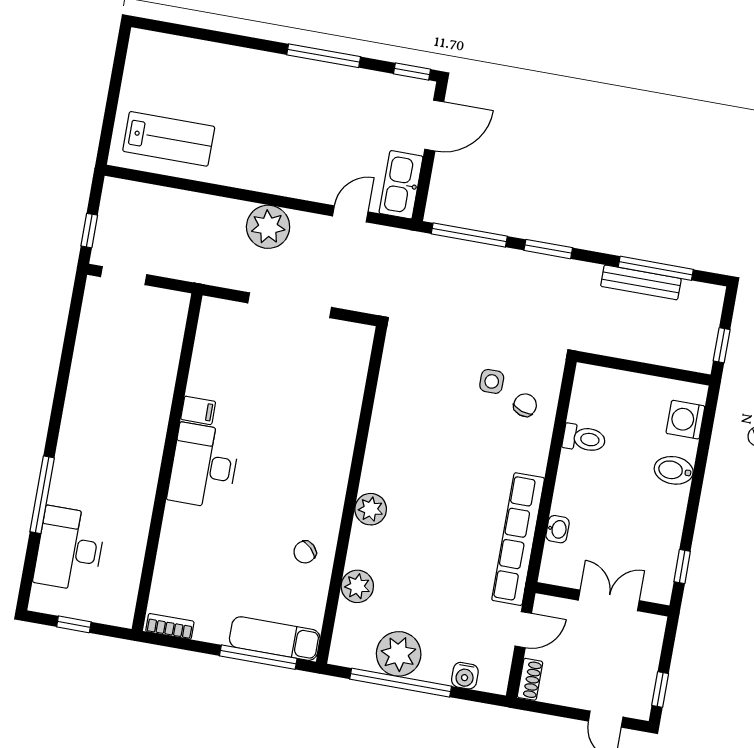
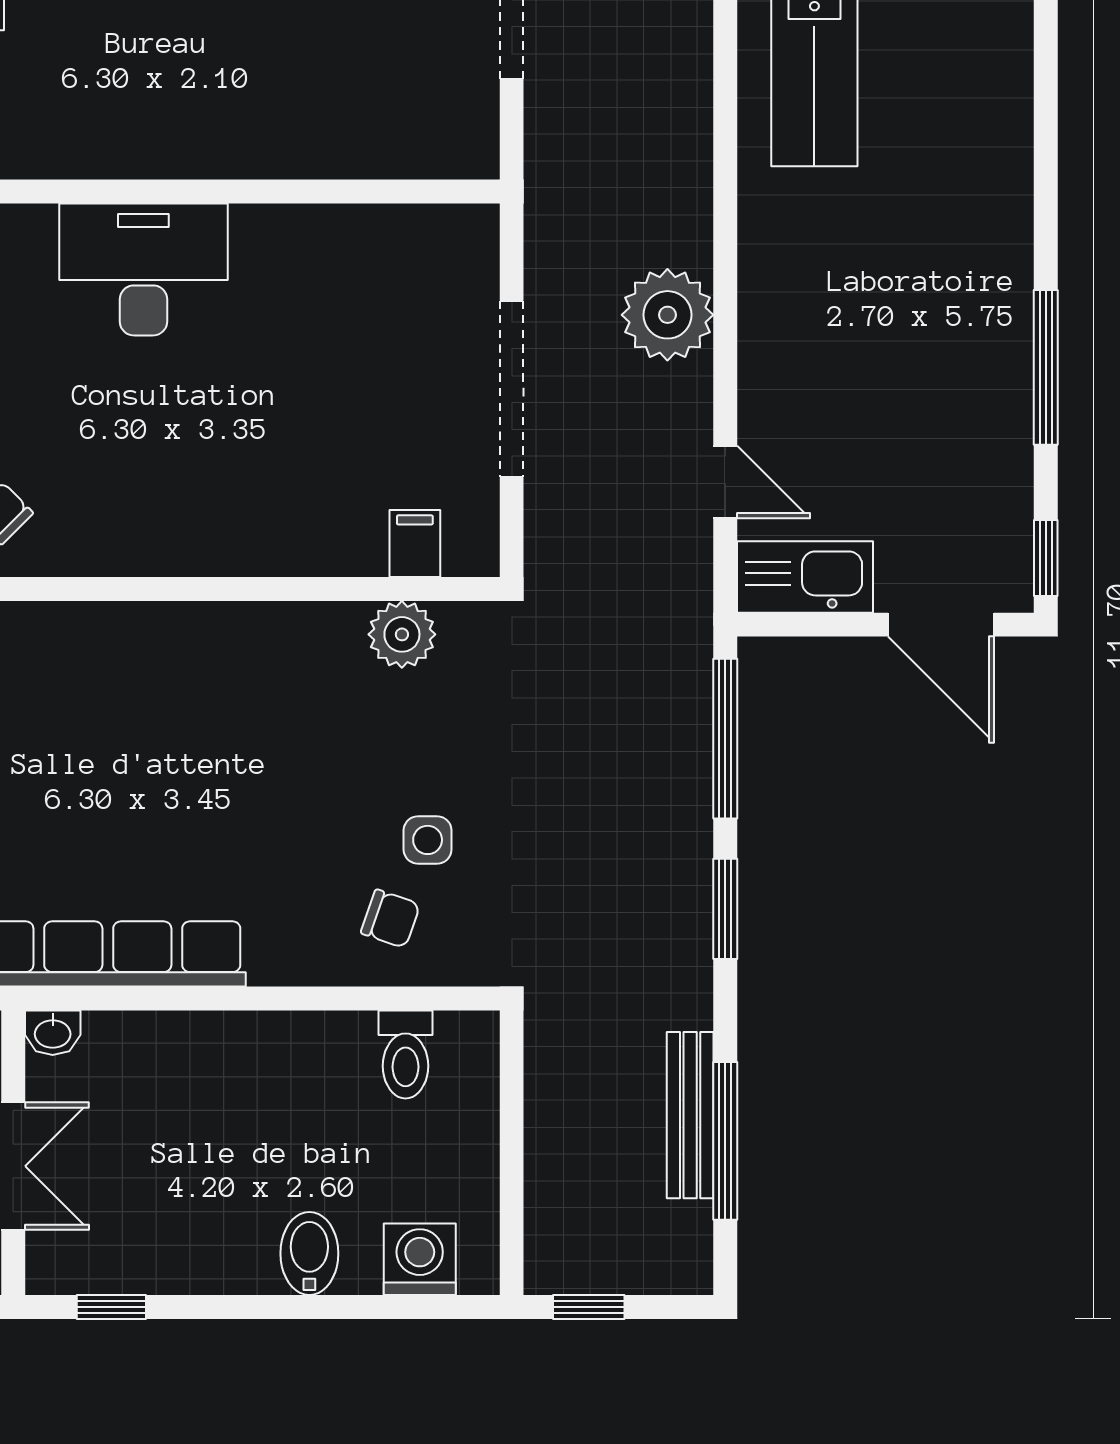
filing cabinet: (198, 410) -> (415, 543), moved, turned 180
toilet: (584, 439) -> (405, 1054), moved
plant: (371, 509) -> (402, 634), moved
washbasin: (558, 529) -> (53, 1033), moved

